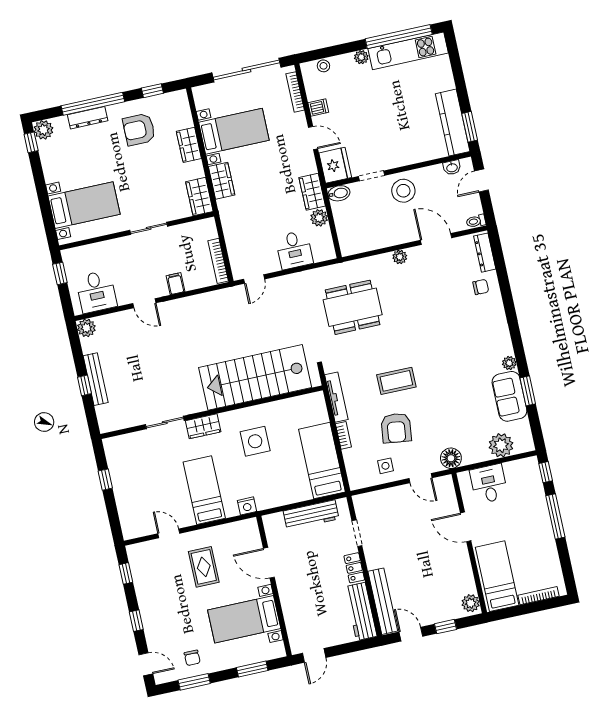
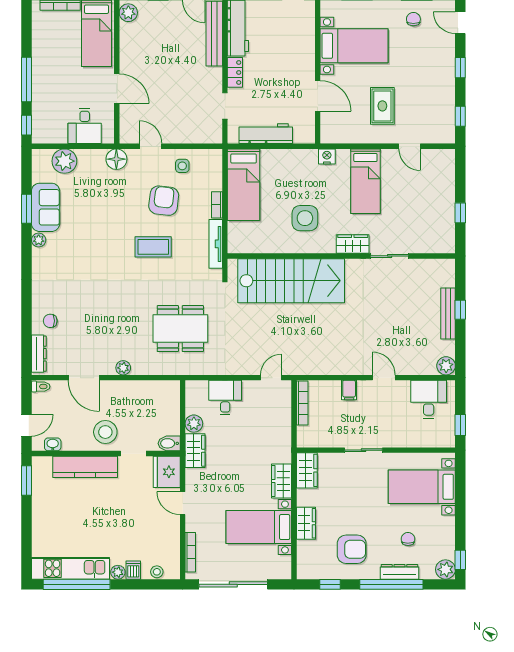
dishwasher: (318, 108) -> (133, 570), moved, turned 90
kitchen counter: (453, 123) -> (85, 467), moved, turned 90
chair: (86, 151) -> (408, 539), added

